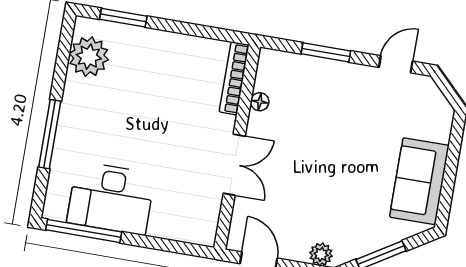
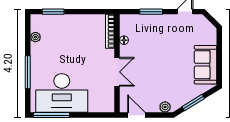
plant: (89, 57) -> (35, 37), width x0.53, depth x0.53
desk: (111, 198) -> (62, 93), width x1.36, depth x1.30

